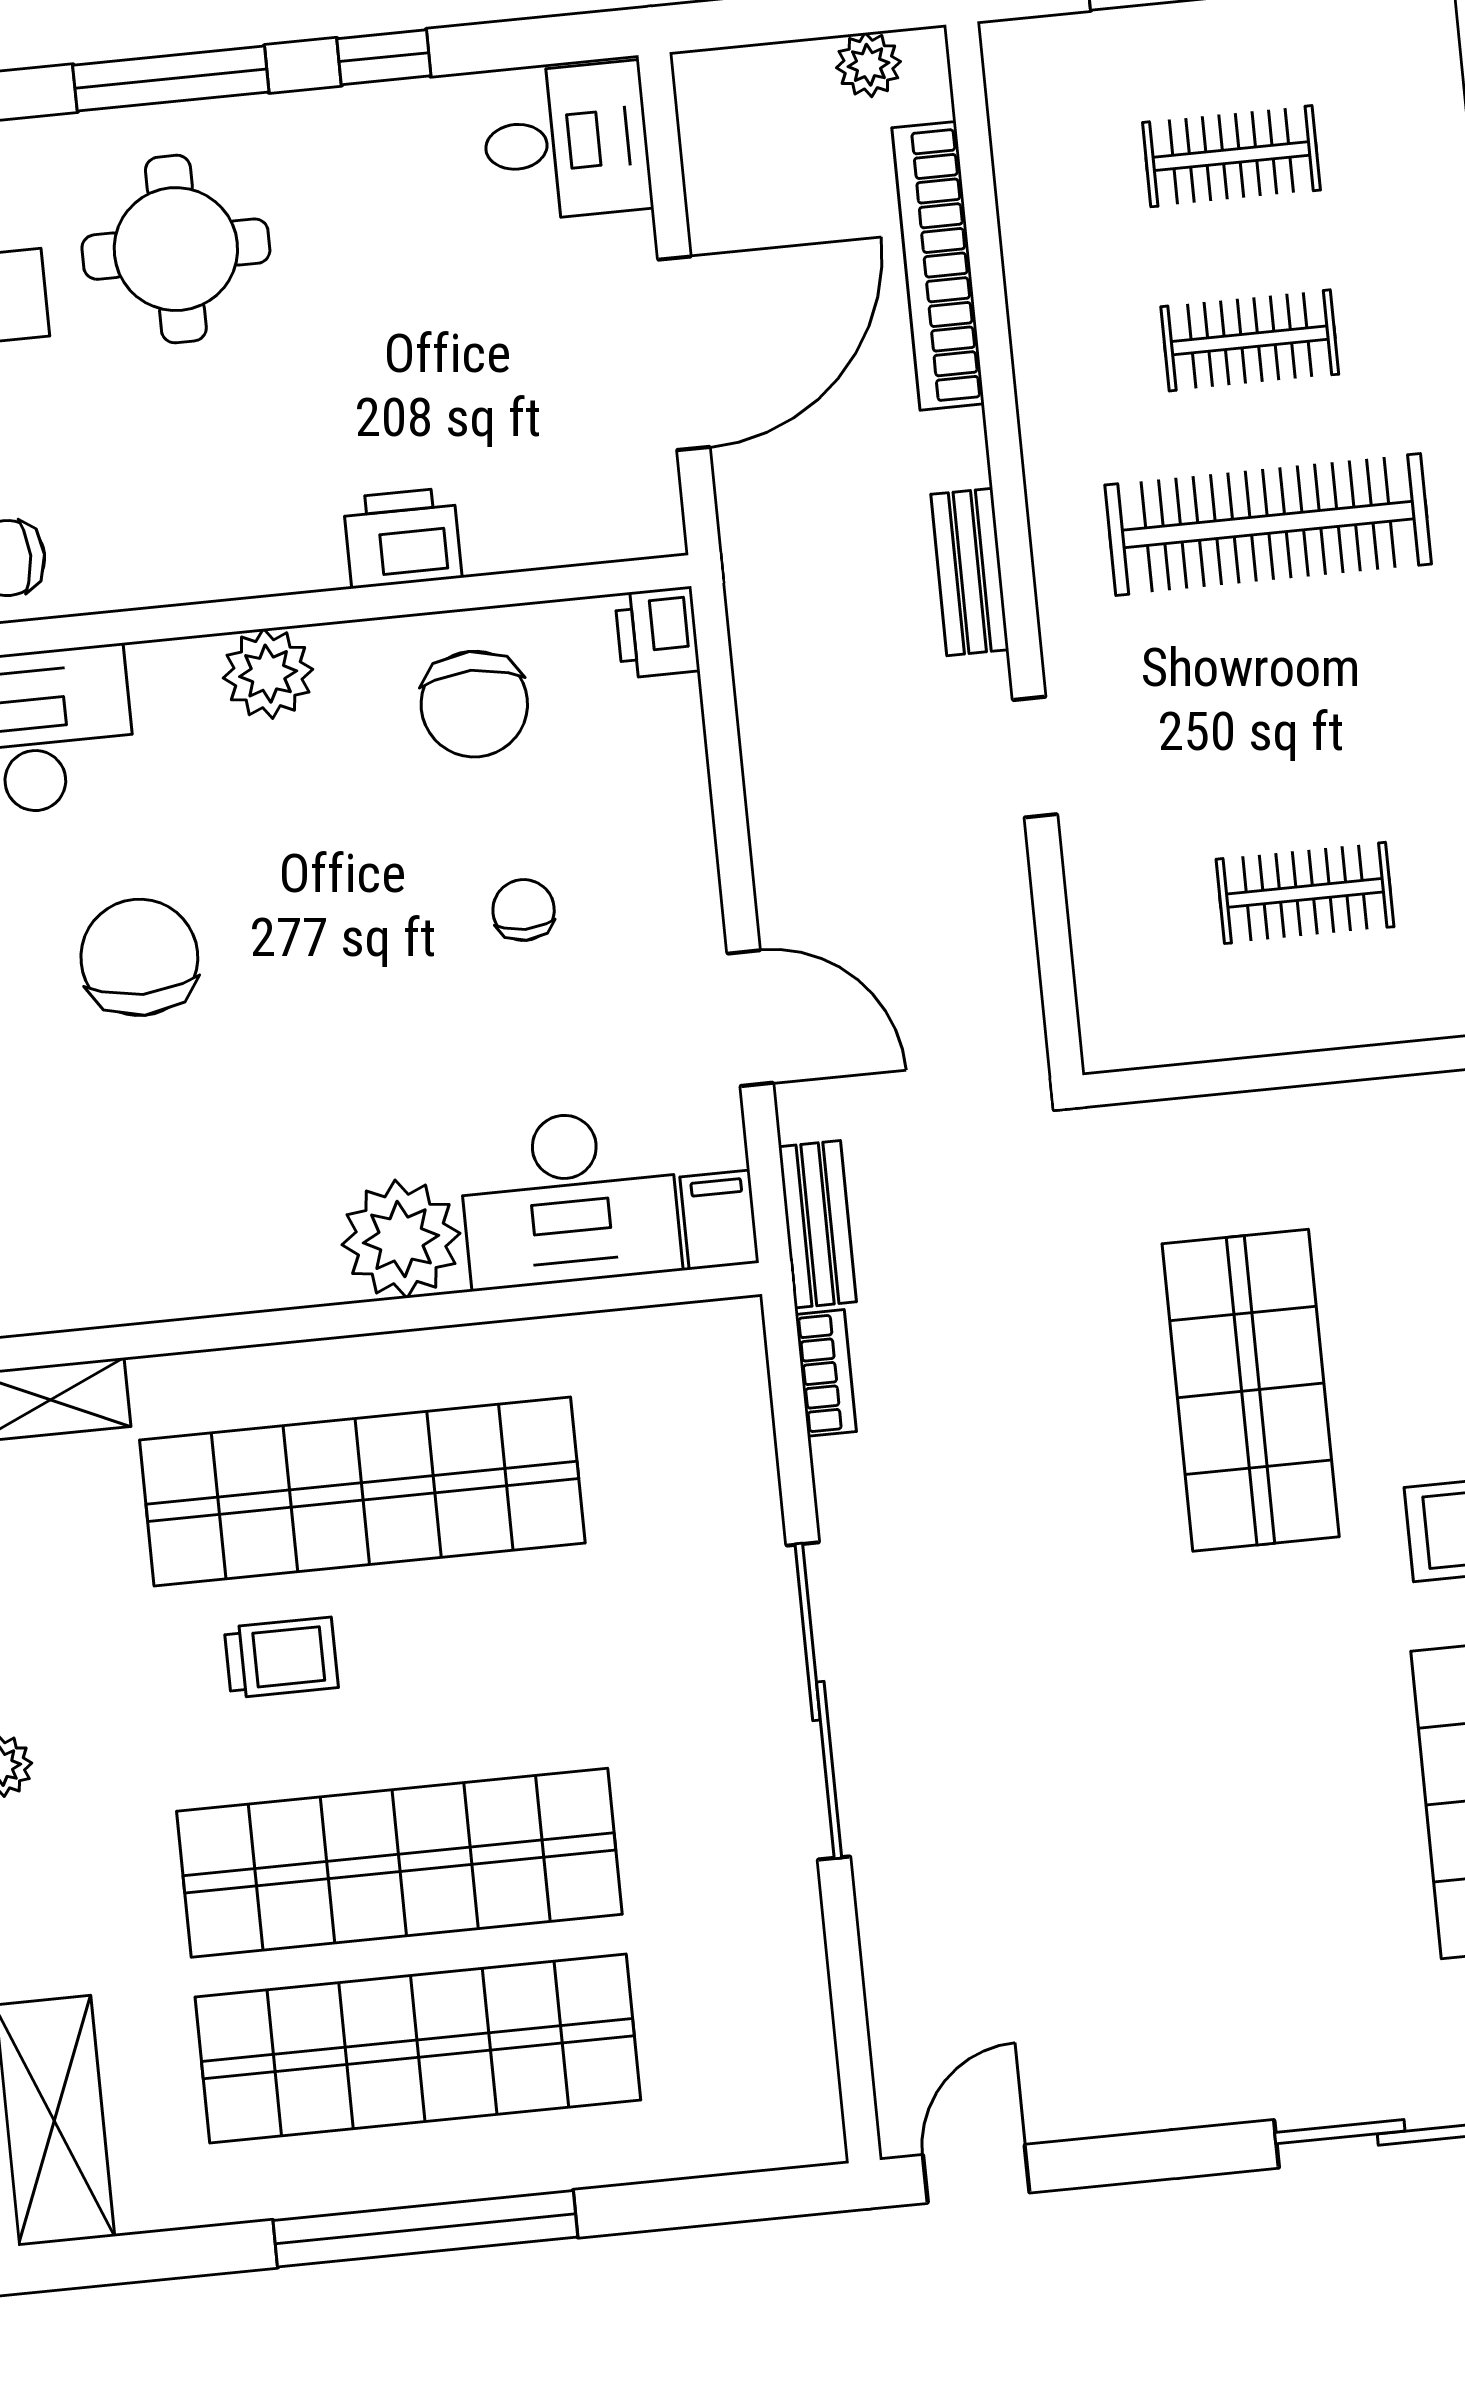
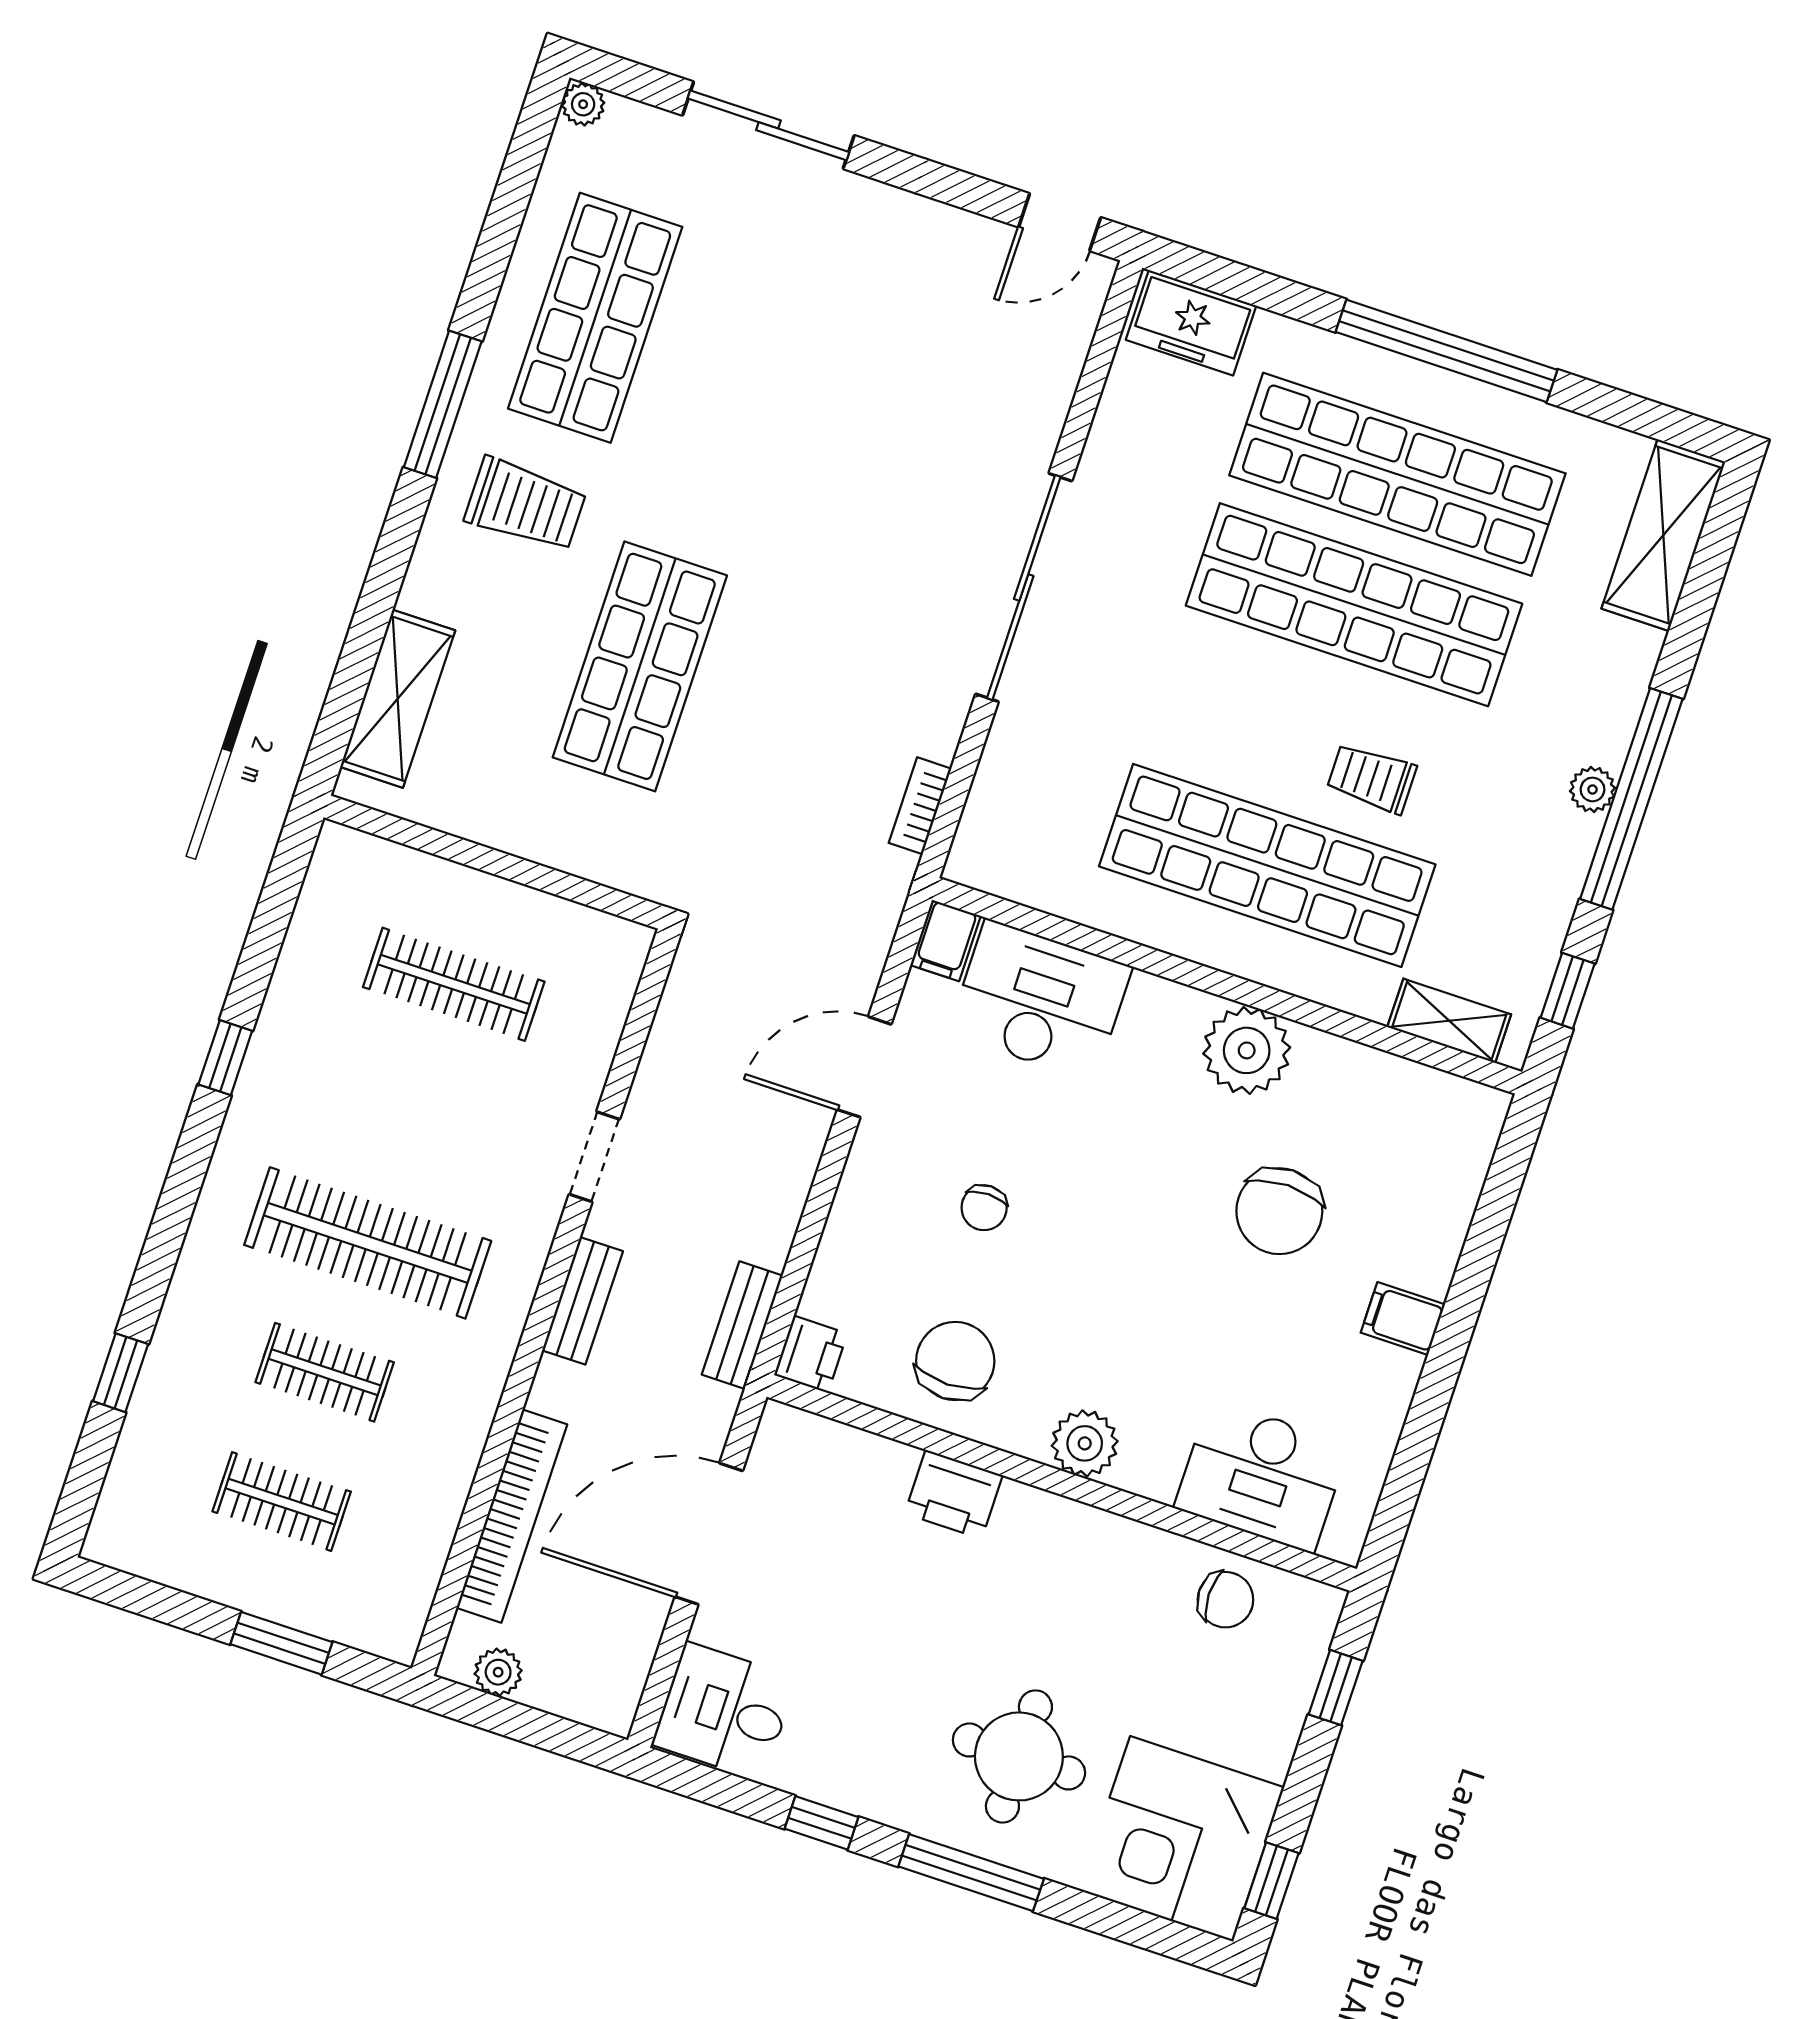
clothes rail: (1305, 893) -> (454, 984), width x1.36
chair: (139, 957) -> (1279, 1211), moved
door: (750, 1018) -> (864, 1067), hinge flipped
bench: (817, 1224) -> (742, 1325), moved
plant: (401, 1239) -> (1247, 1050), moved
freezer: (758, 2122) -> (1191, 323), added

